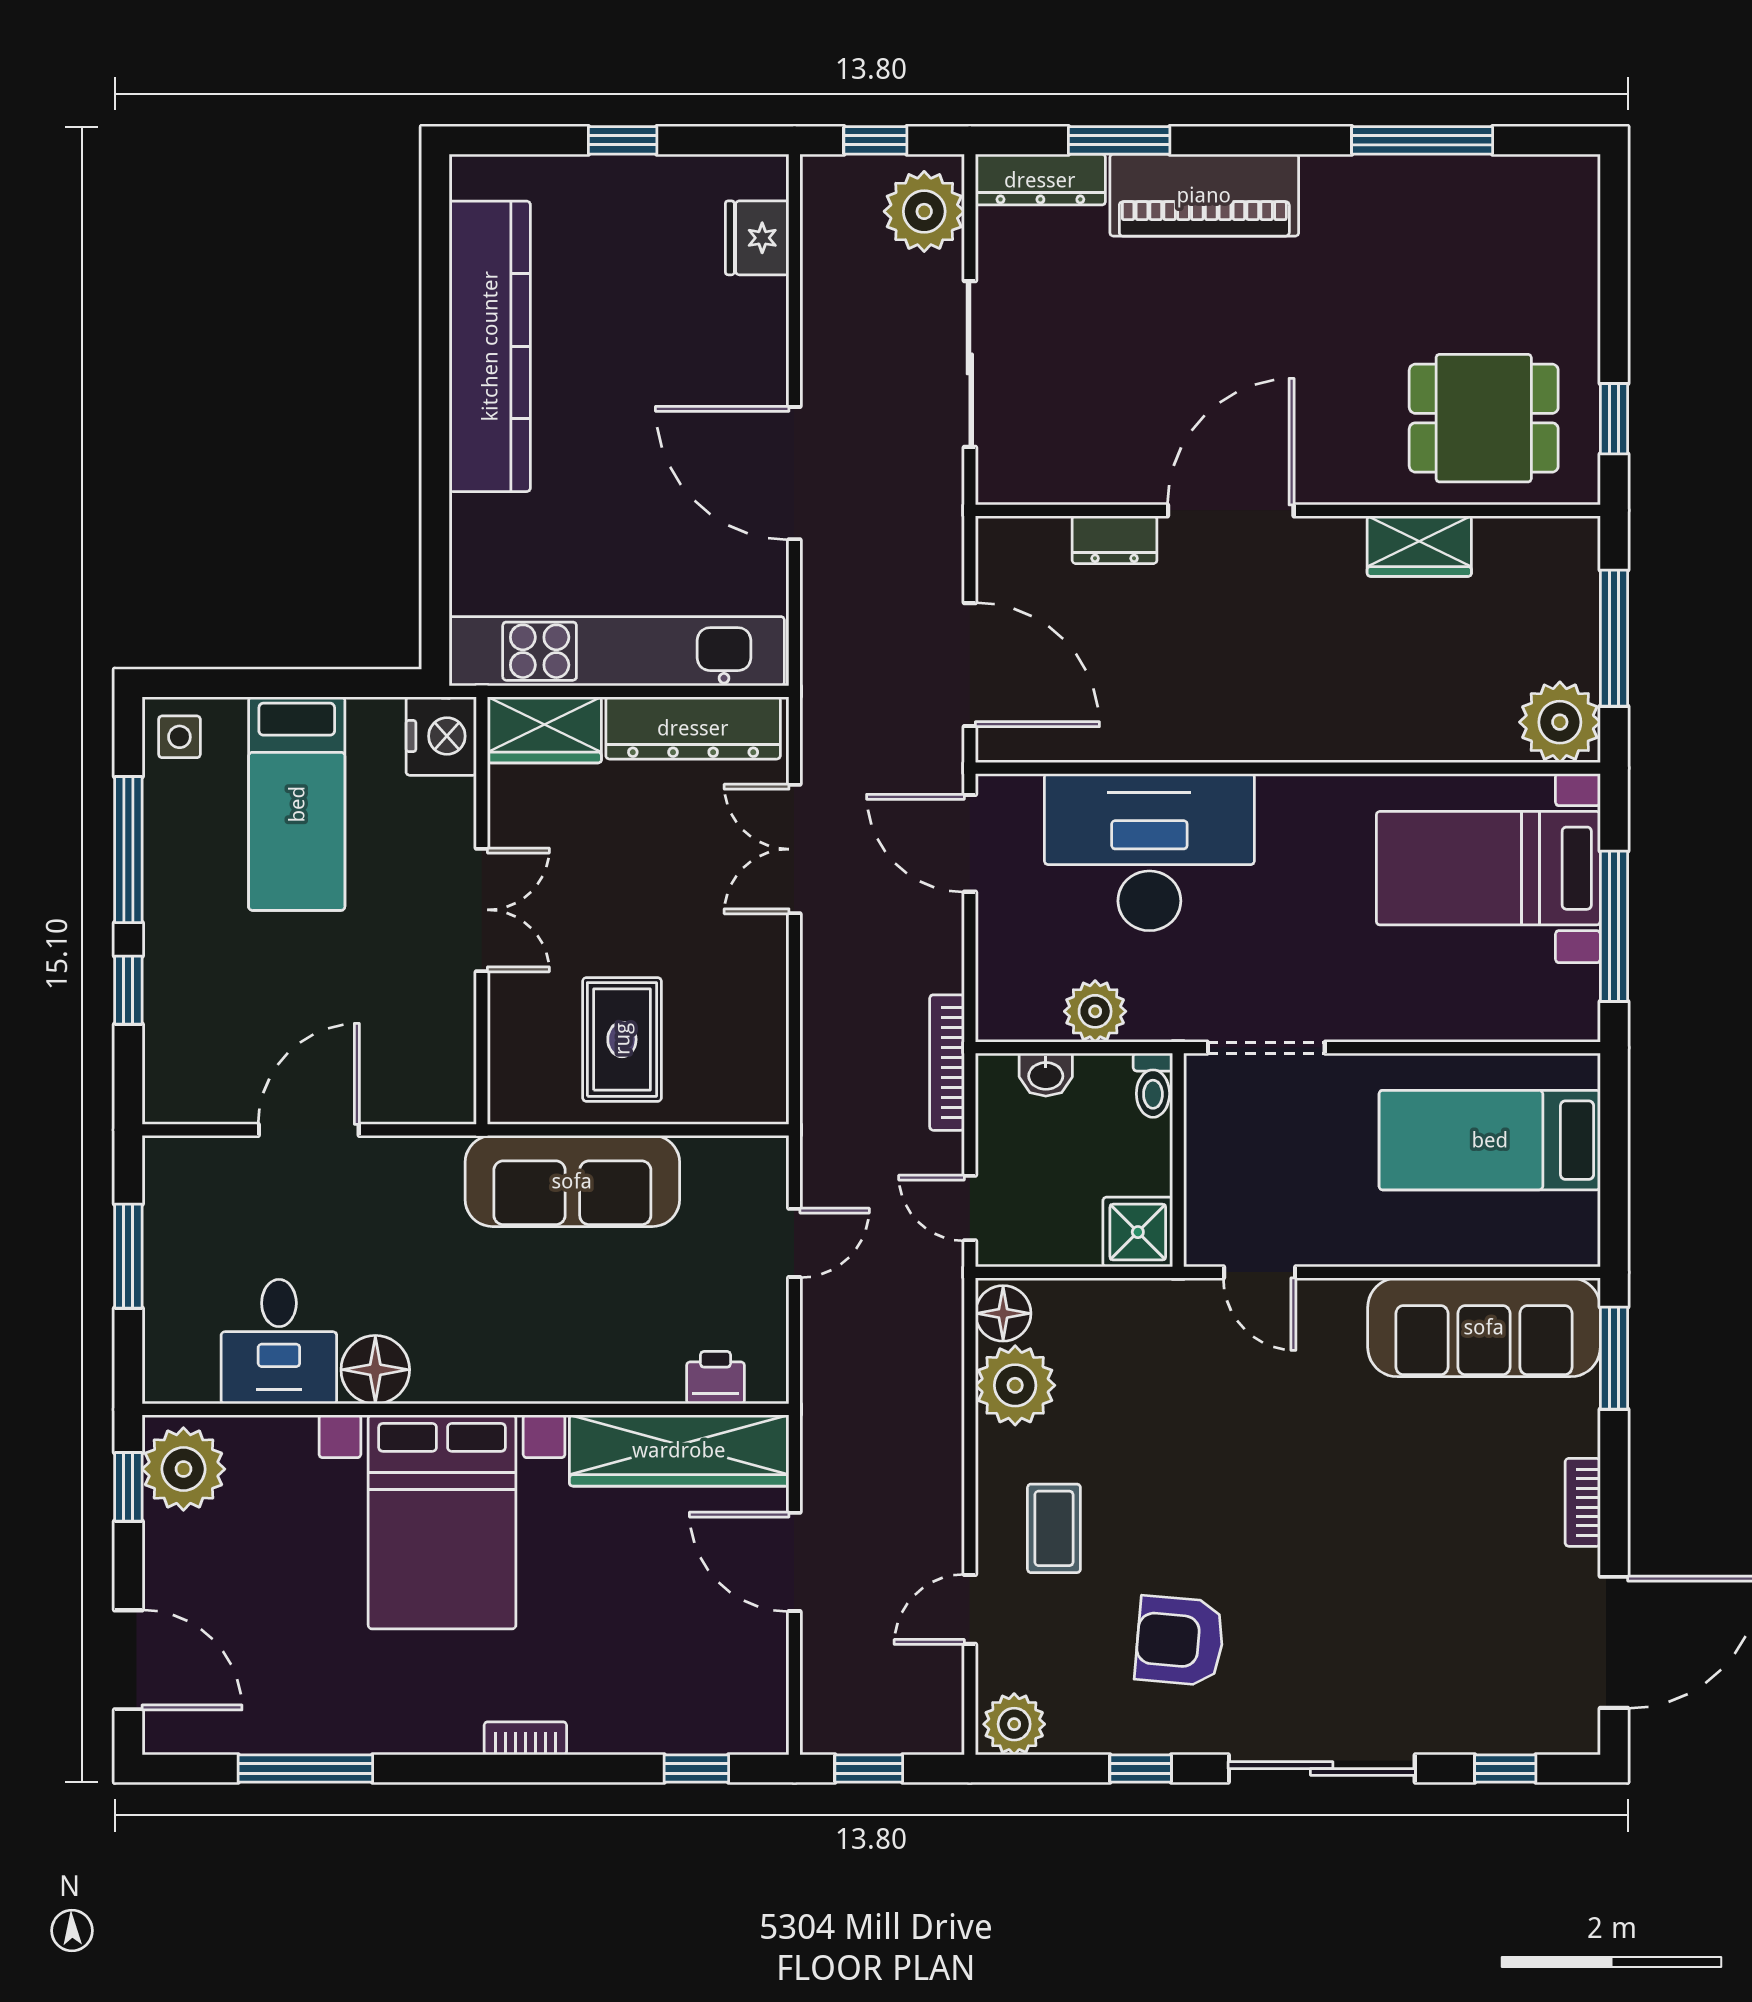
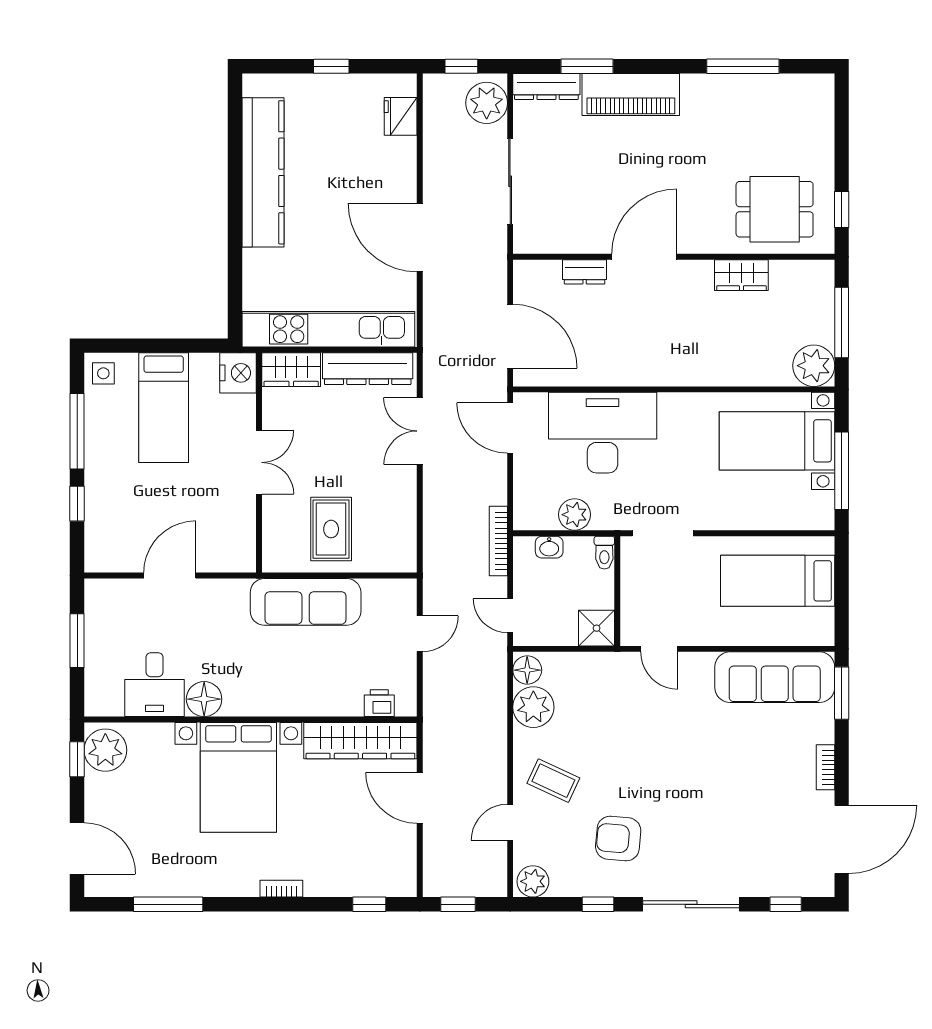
coffee table: (1054, 1528) -> (553, 781), turned -65

